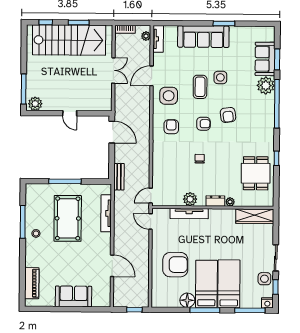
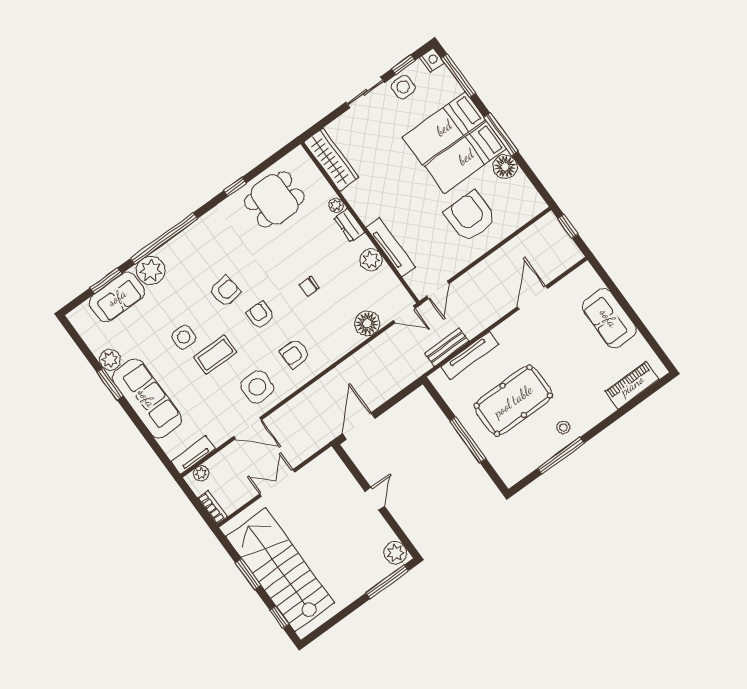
plant: (236, 32) -> (110, 360), added
floor lamp: (160, 174) -> (367, 323), added
bench: (119, 177) -> (447, 347), moved

